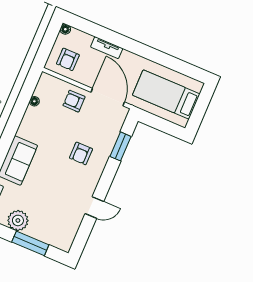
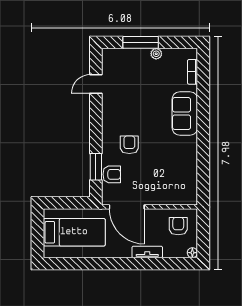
floor lamp: (34, 101) -> (193, 174), removed
armchair: (74, 101) -> (112, 174), moved
door: (94, 208) -> (96, 84), moved
plant: (18, 220) -> (156, 54), width x0.53, depth x0.53

